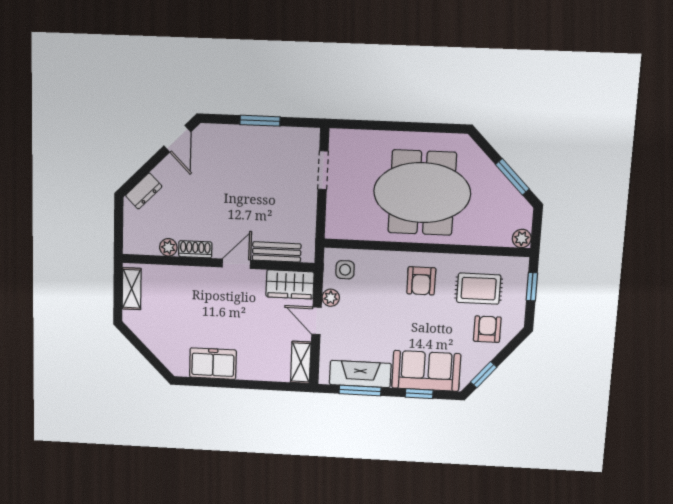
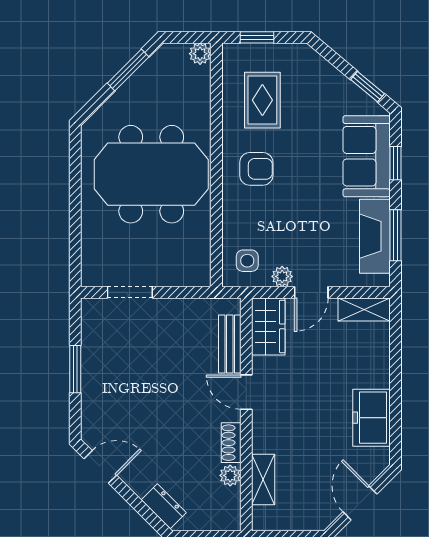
meeting table: (422, 193) -> (151, 174), turned 90
shelving: (132, 289) -> (263, 480), moved, turned 90
armchair: (487, 329) -> (311, 86), removed
door: (145, 351) -> (360, 503), added

